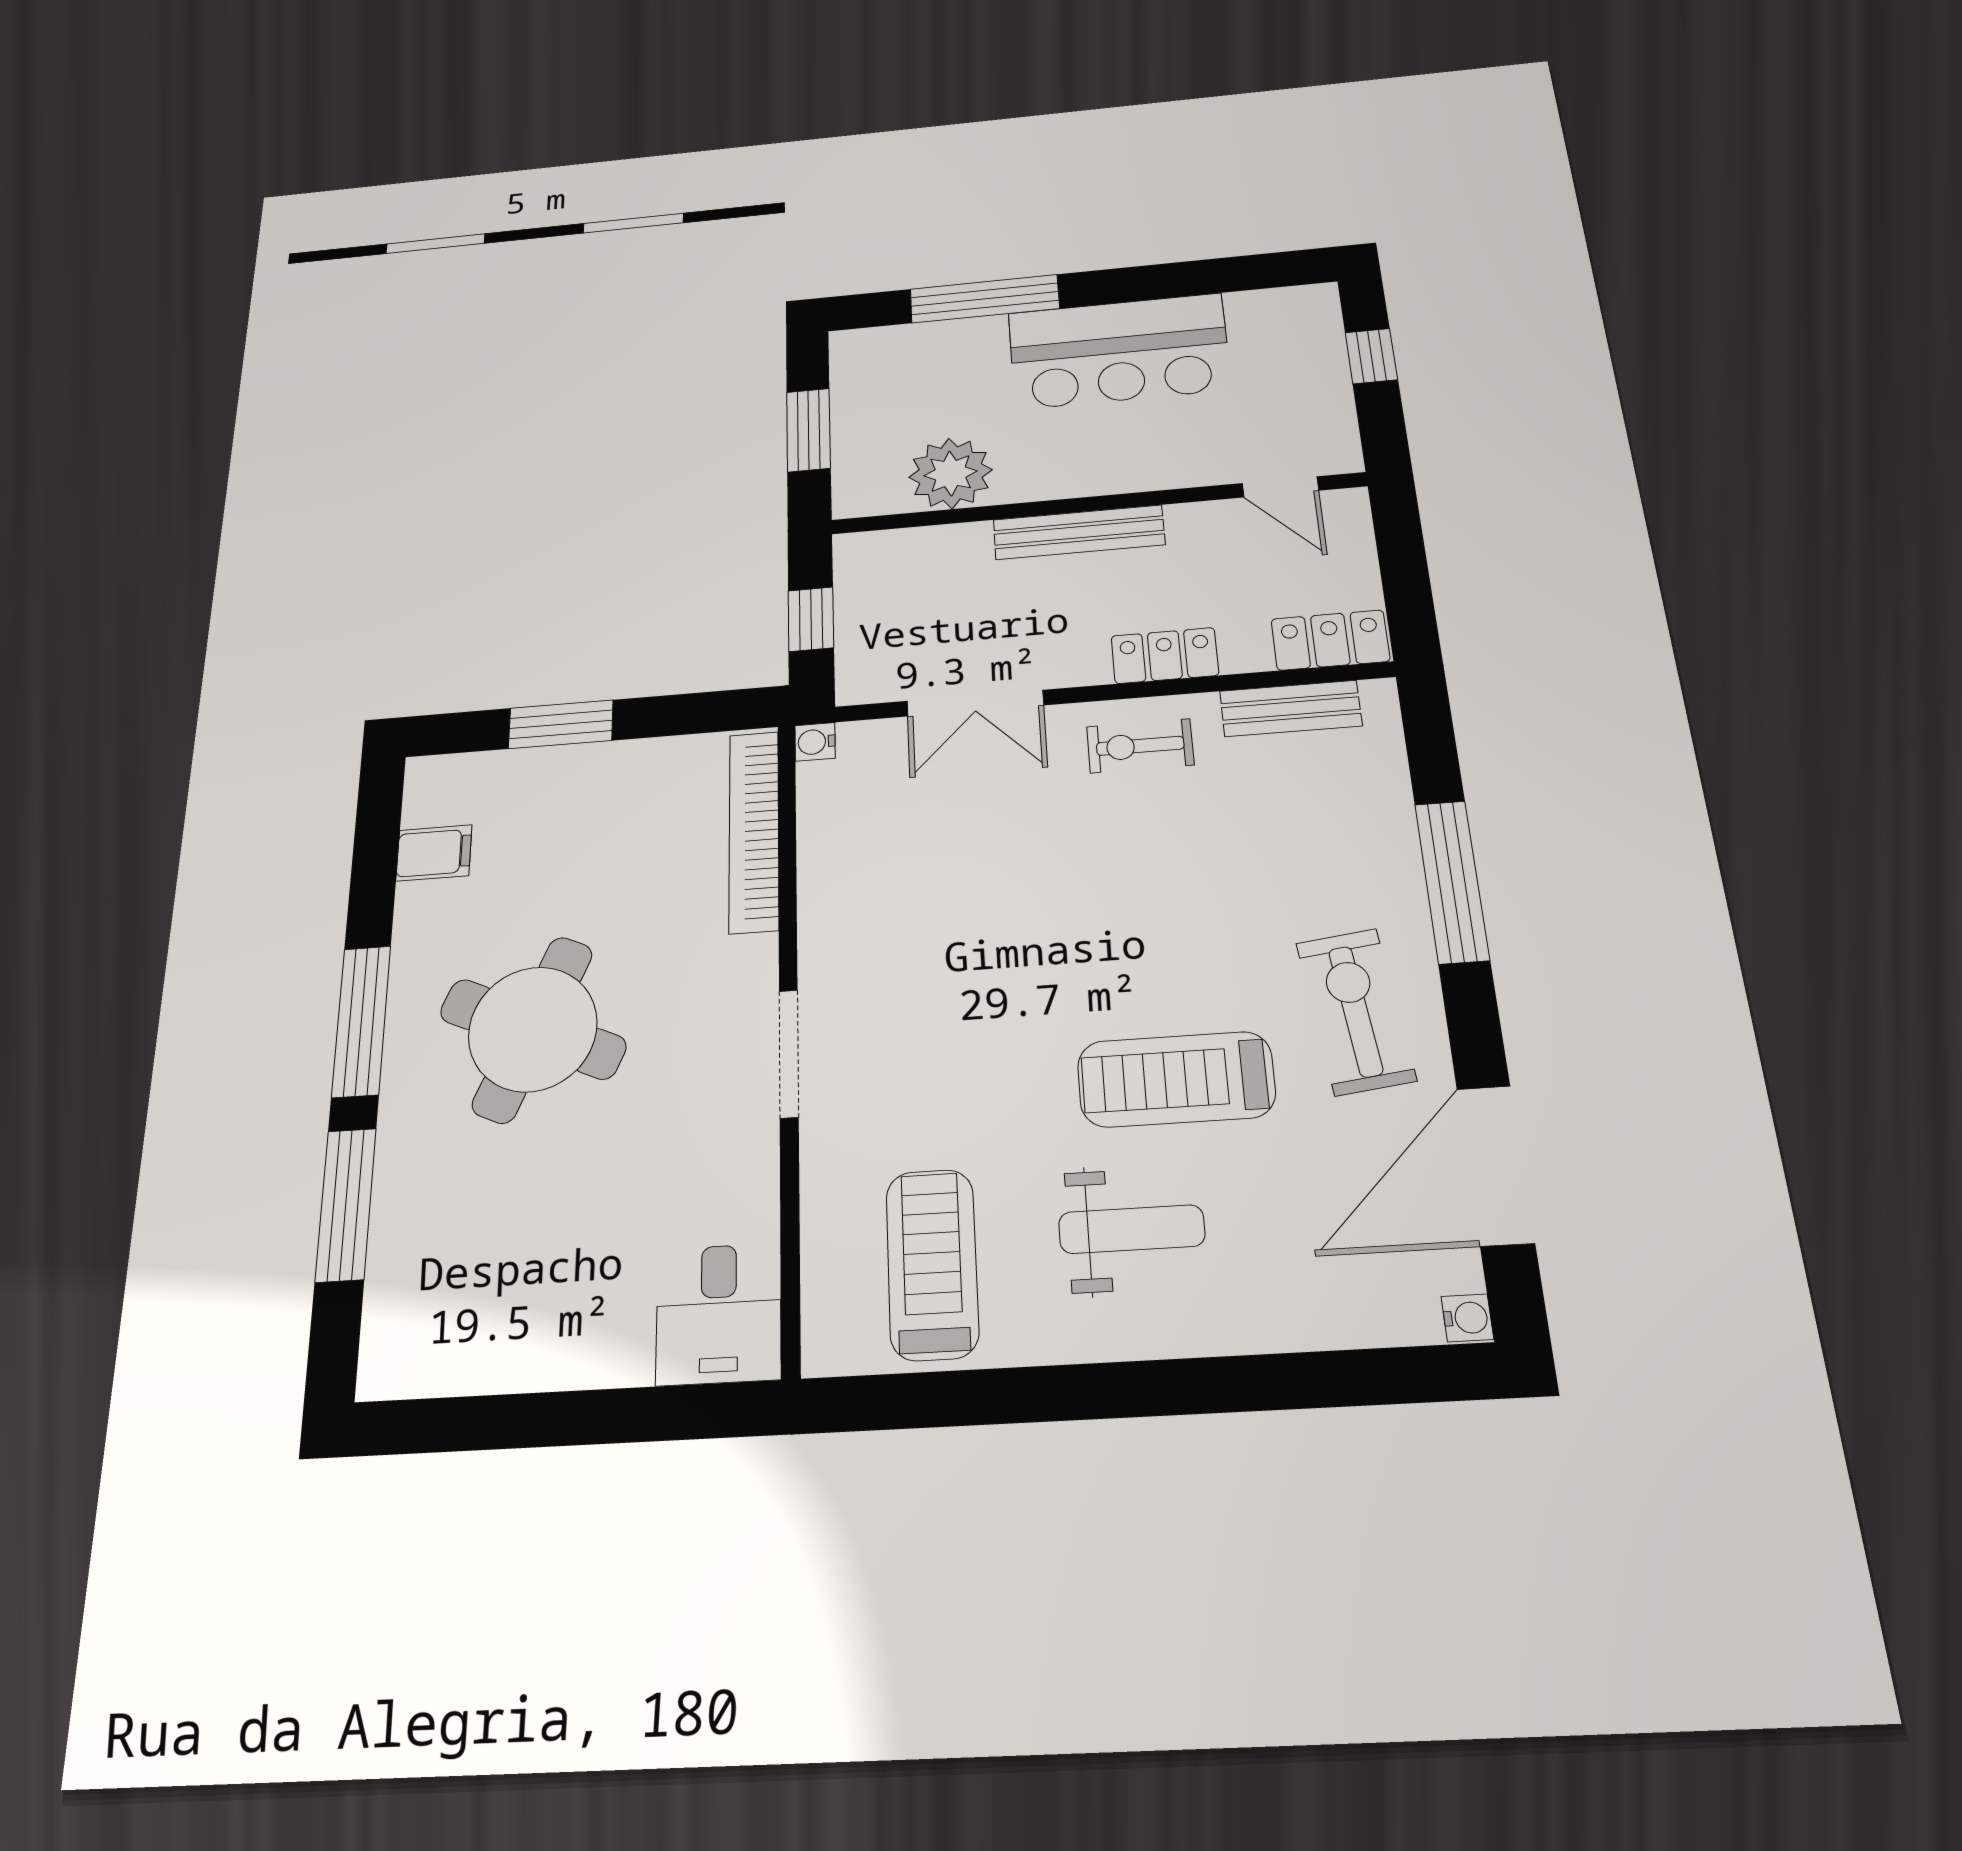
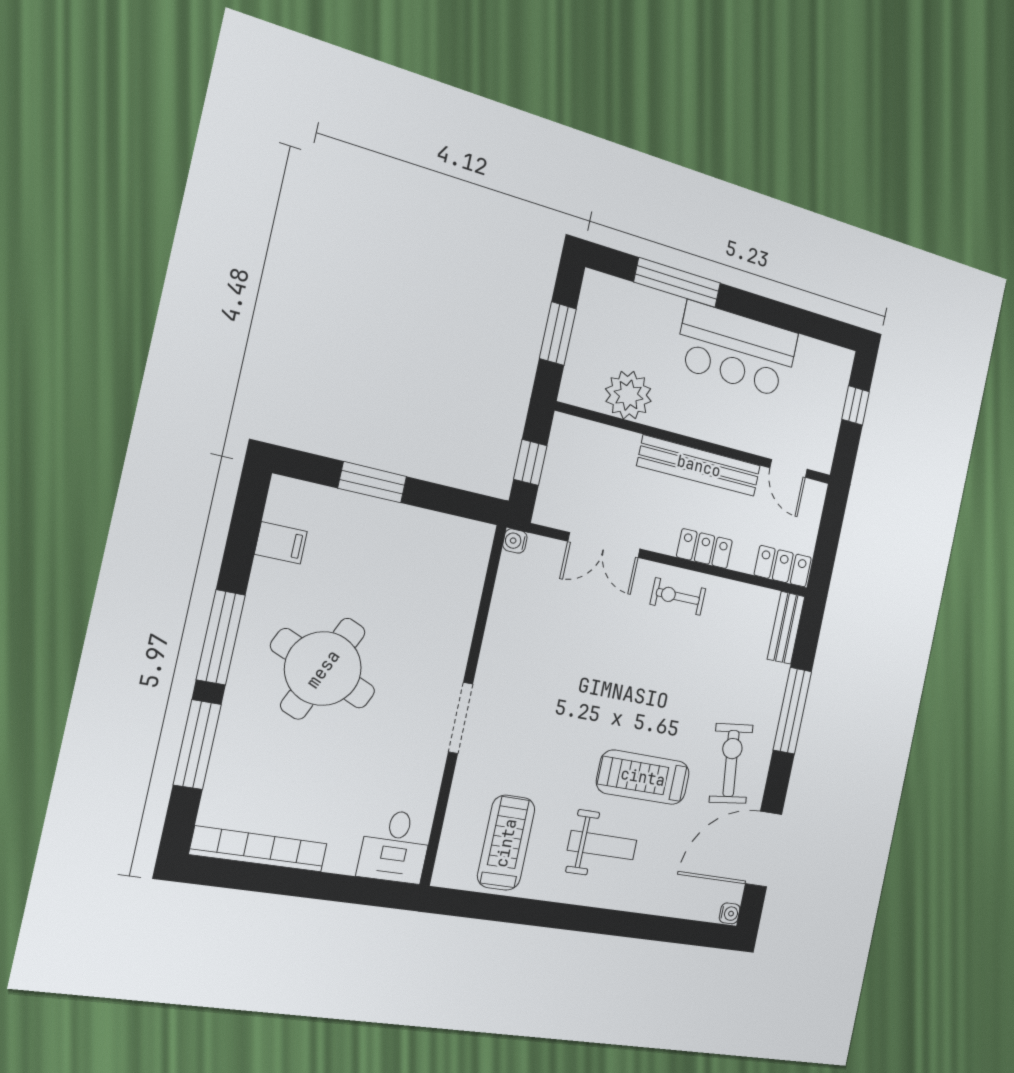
bench: (1079, 532) -> (699, 466), width x1.37, depth x1.21
bench: (1291, 708) -> (786, 628), moved, turned 90
bookcase: (754, 831) -> (259, 849), moved, turned 90

